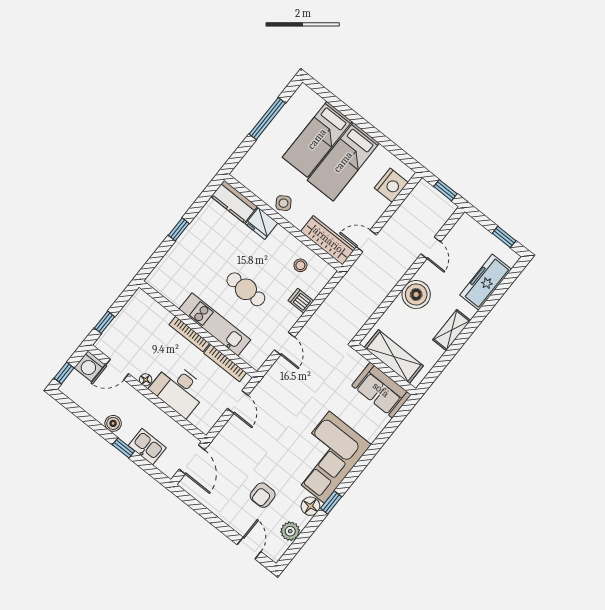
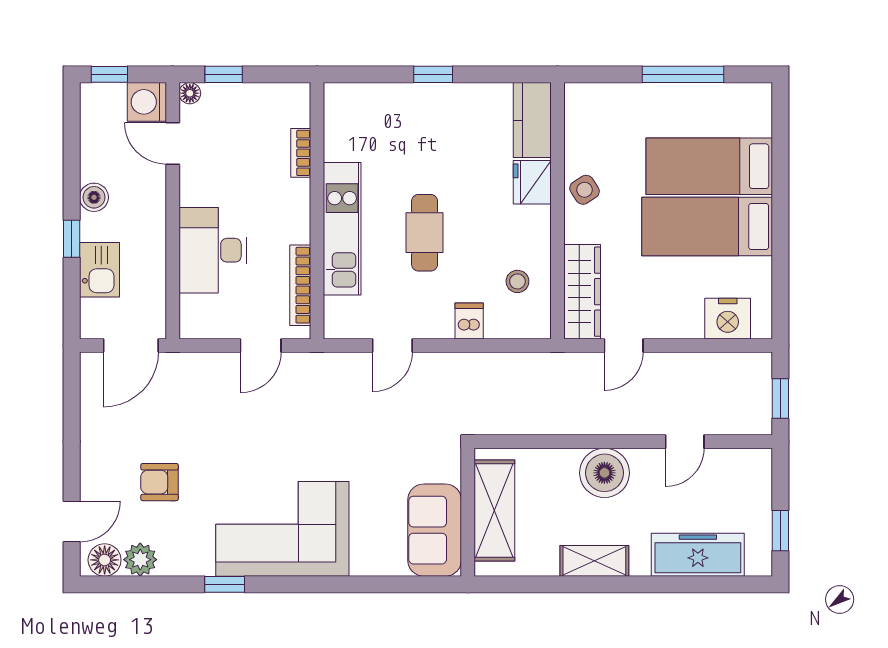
door: (366, 241) -> (624, 345), swing flipped
bookcase: (189, 334) -> (301, 153), moved, width x0.64
floor lamp: (146, 380) -> (190, 93), moved
floor lamp: (310, 506) -> (105, 560), moved

